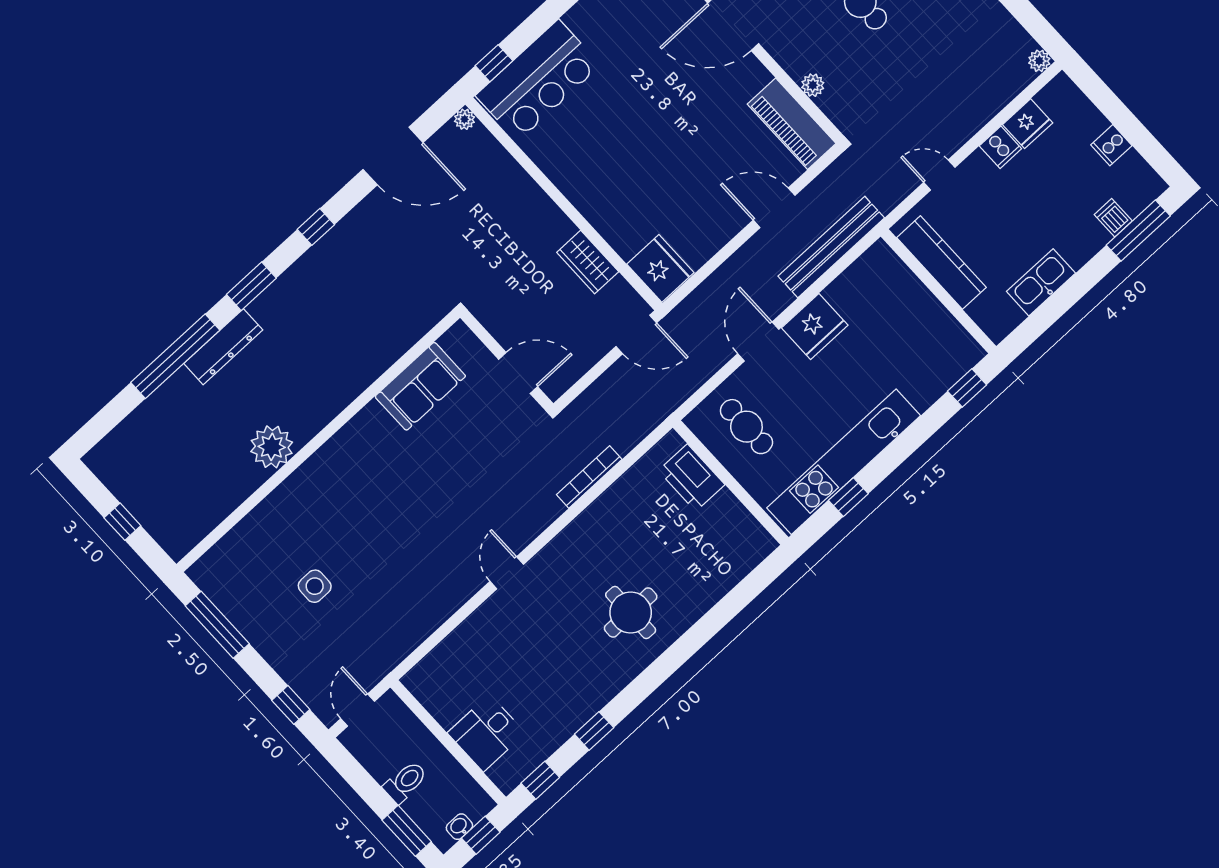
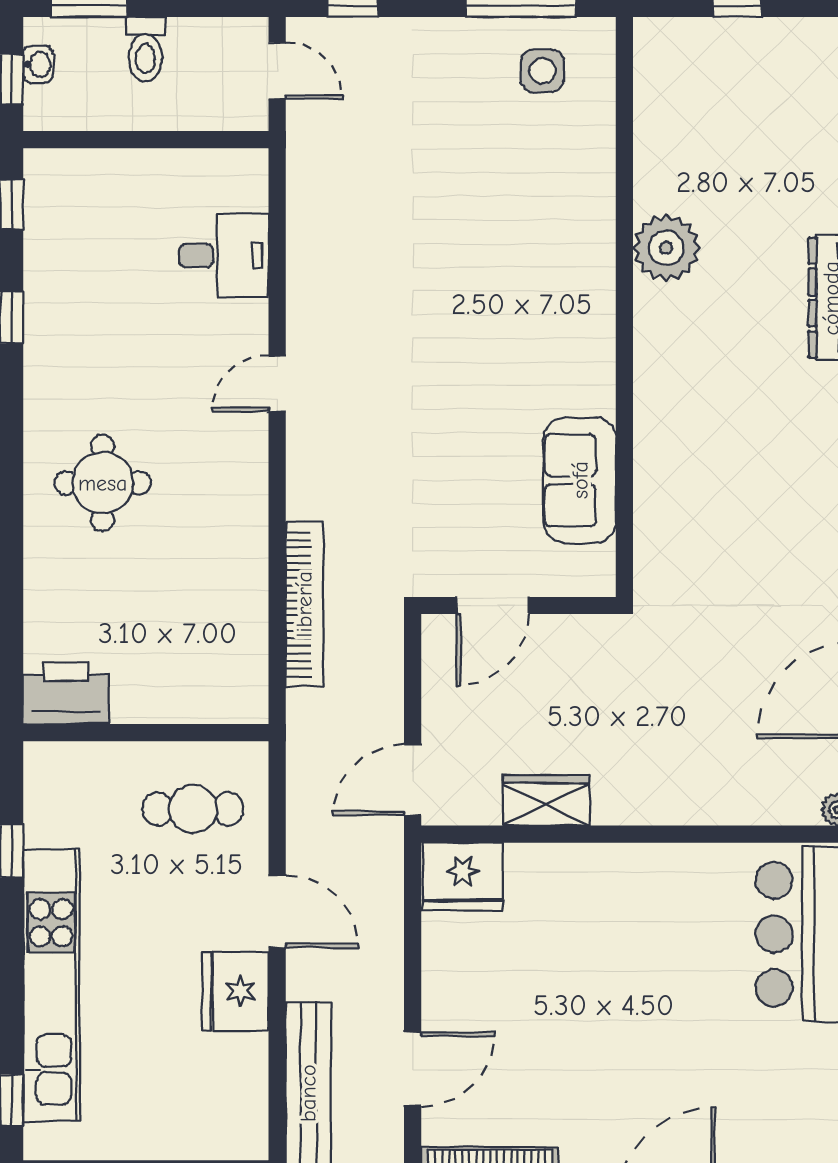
kitchen unit: (844, 462) -> (51, 985), moved
bookcase: (589, 477) -> (304, 604), width x1.48, depth x1.31
printer: (692, 478) -> (66, 693), moved
door: (507, 573) -> (277, 383), swing flipped
side table: (315, 586) -> (542, 71), moved
desk: (486, 733) -> (224, 256), moved, turned 90

